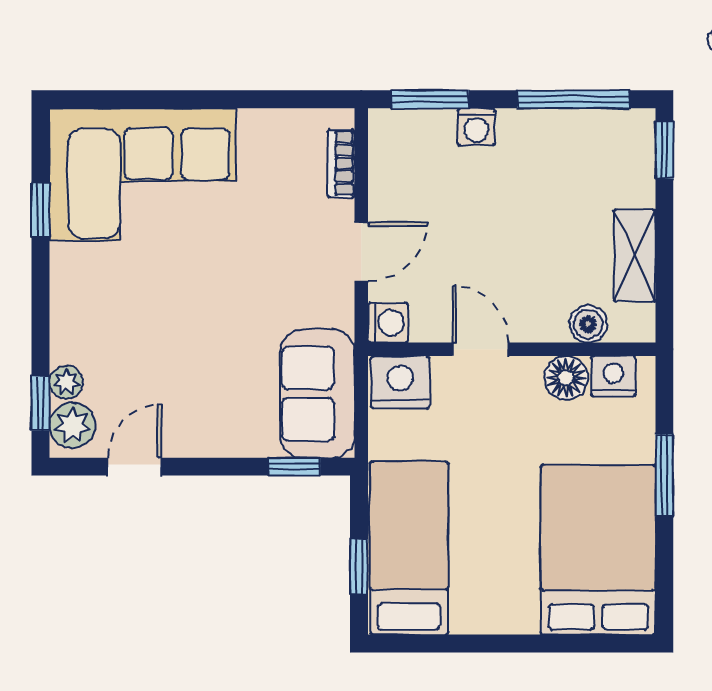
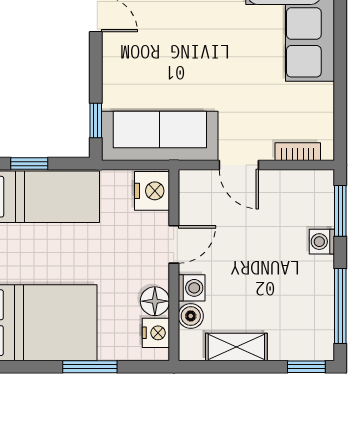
washing machine: (388, 323) -> (192, 288), moved, turned -90
sofa: (318, 394) -> (160, 136), width x1.36

